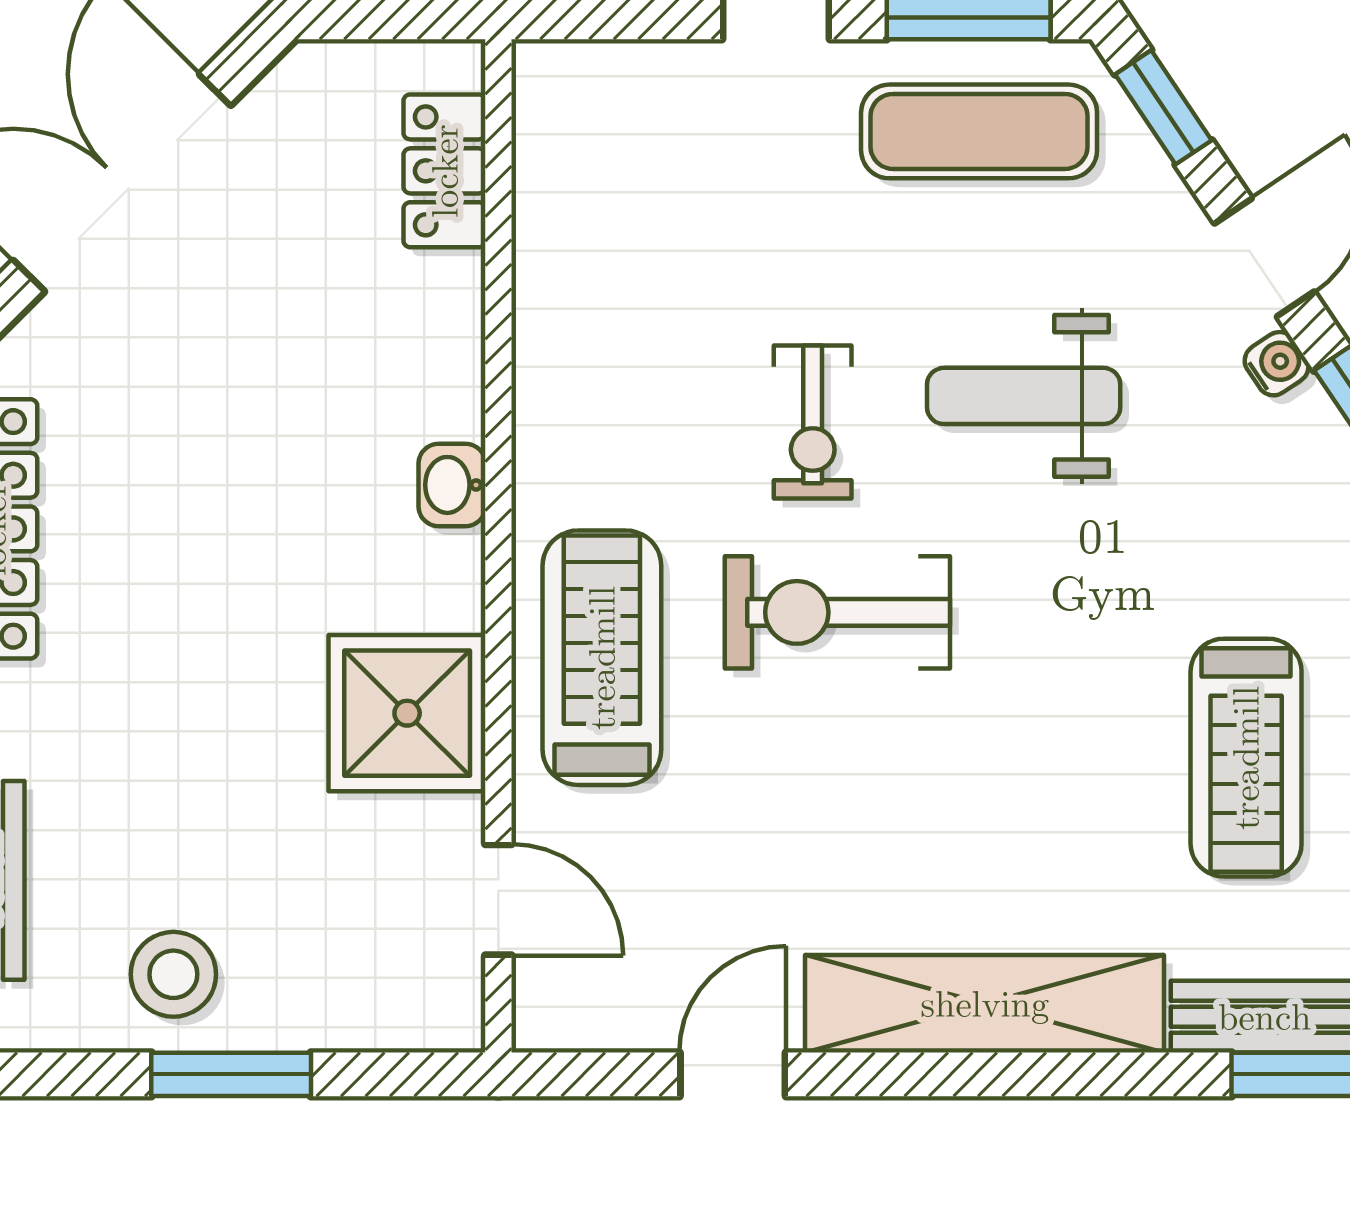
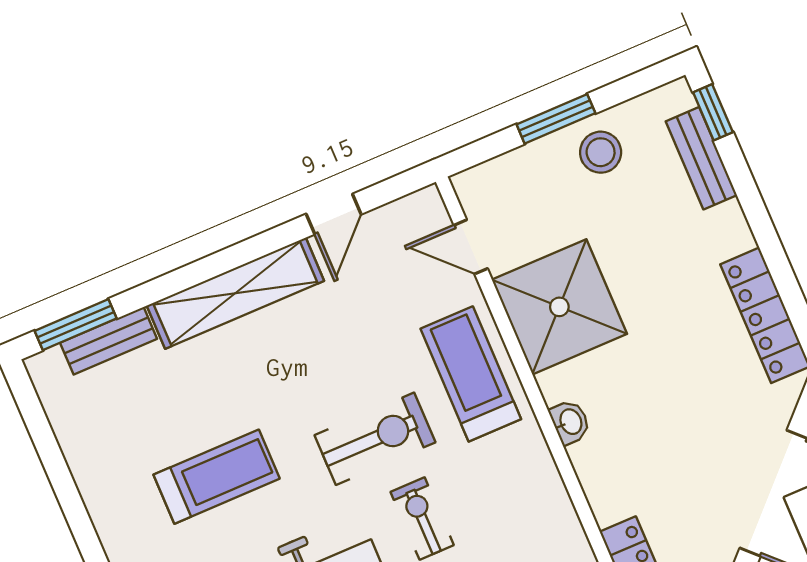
treadmill: (602, 658) -> (471, 374), turned 180
shower: (407, 713) -> (559, 307), width x1.37, depth x1.37
treadmill: (1246, 758) -> (217, 477), moved, turned 90

